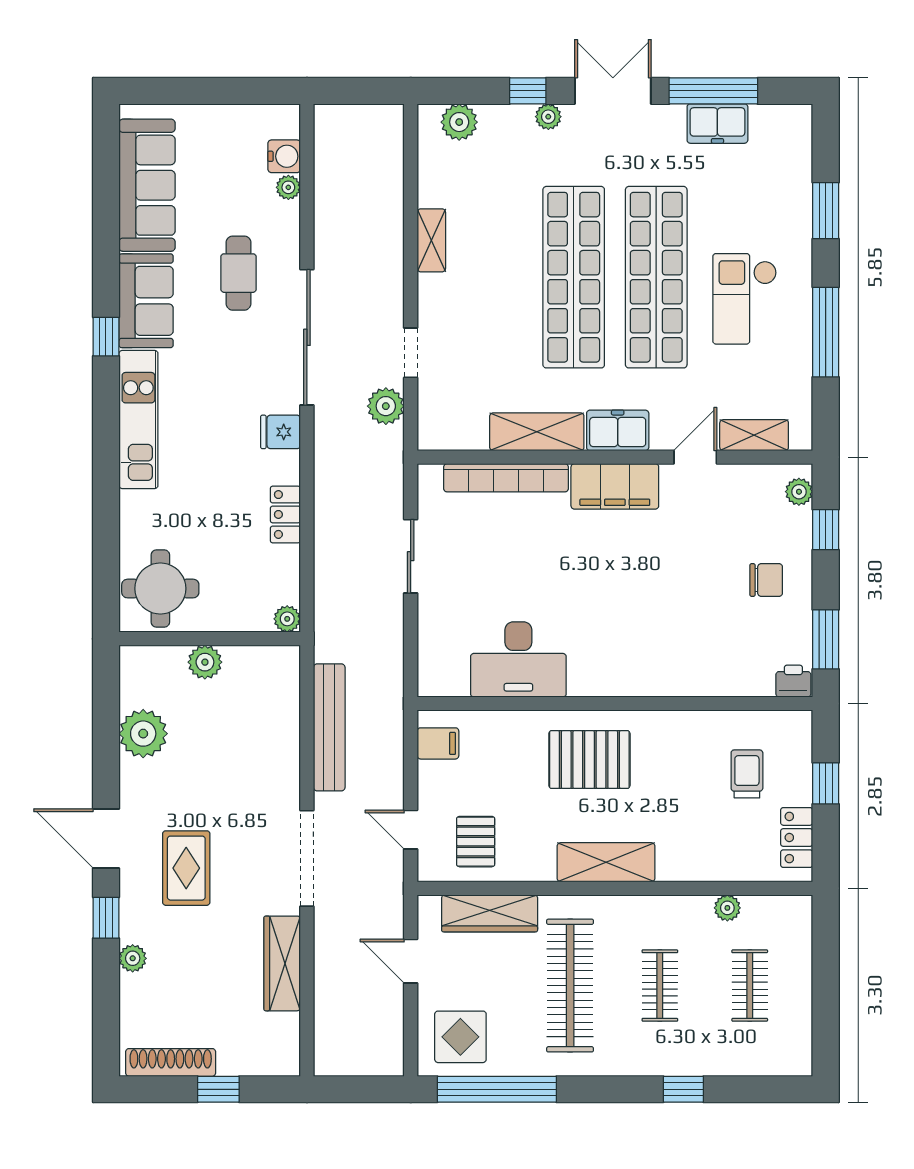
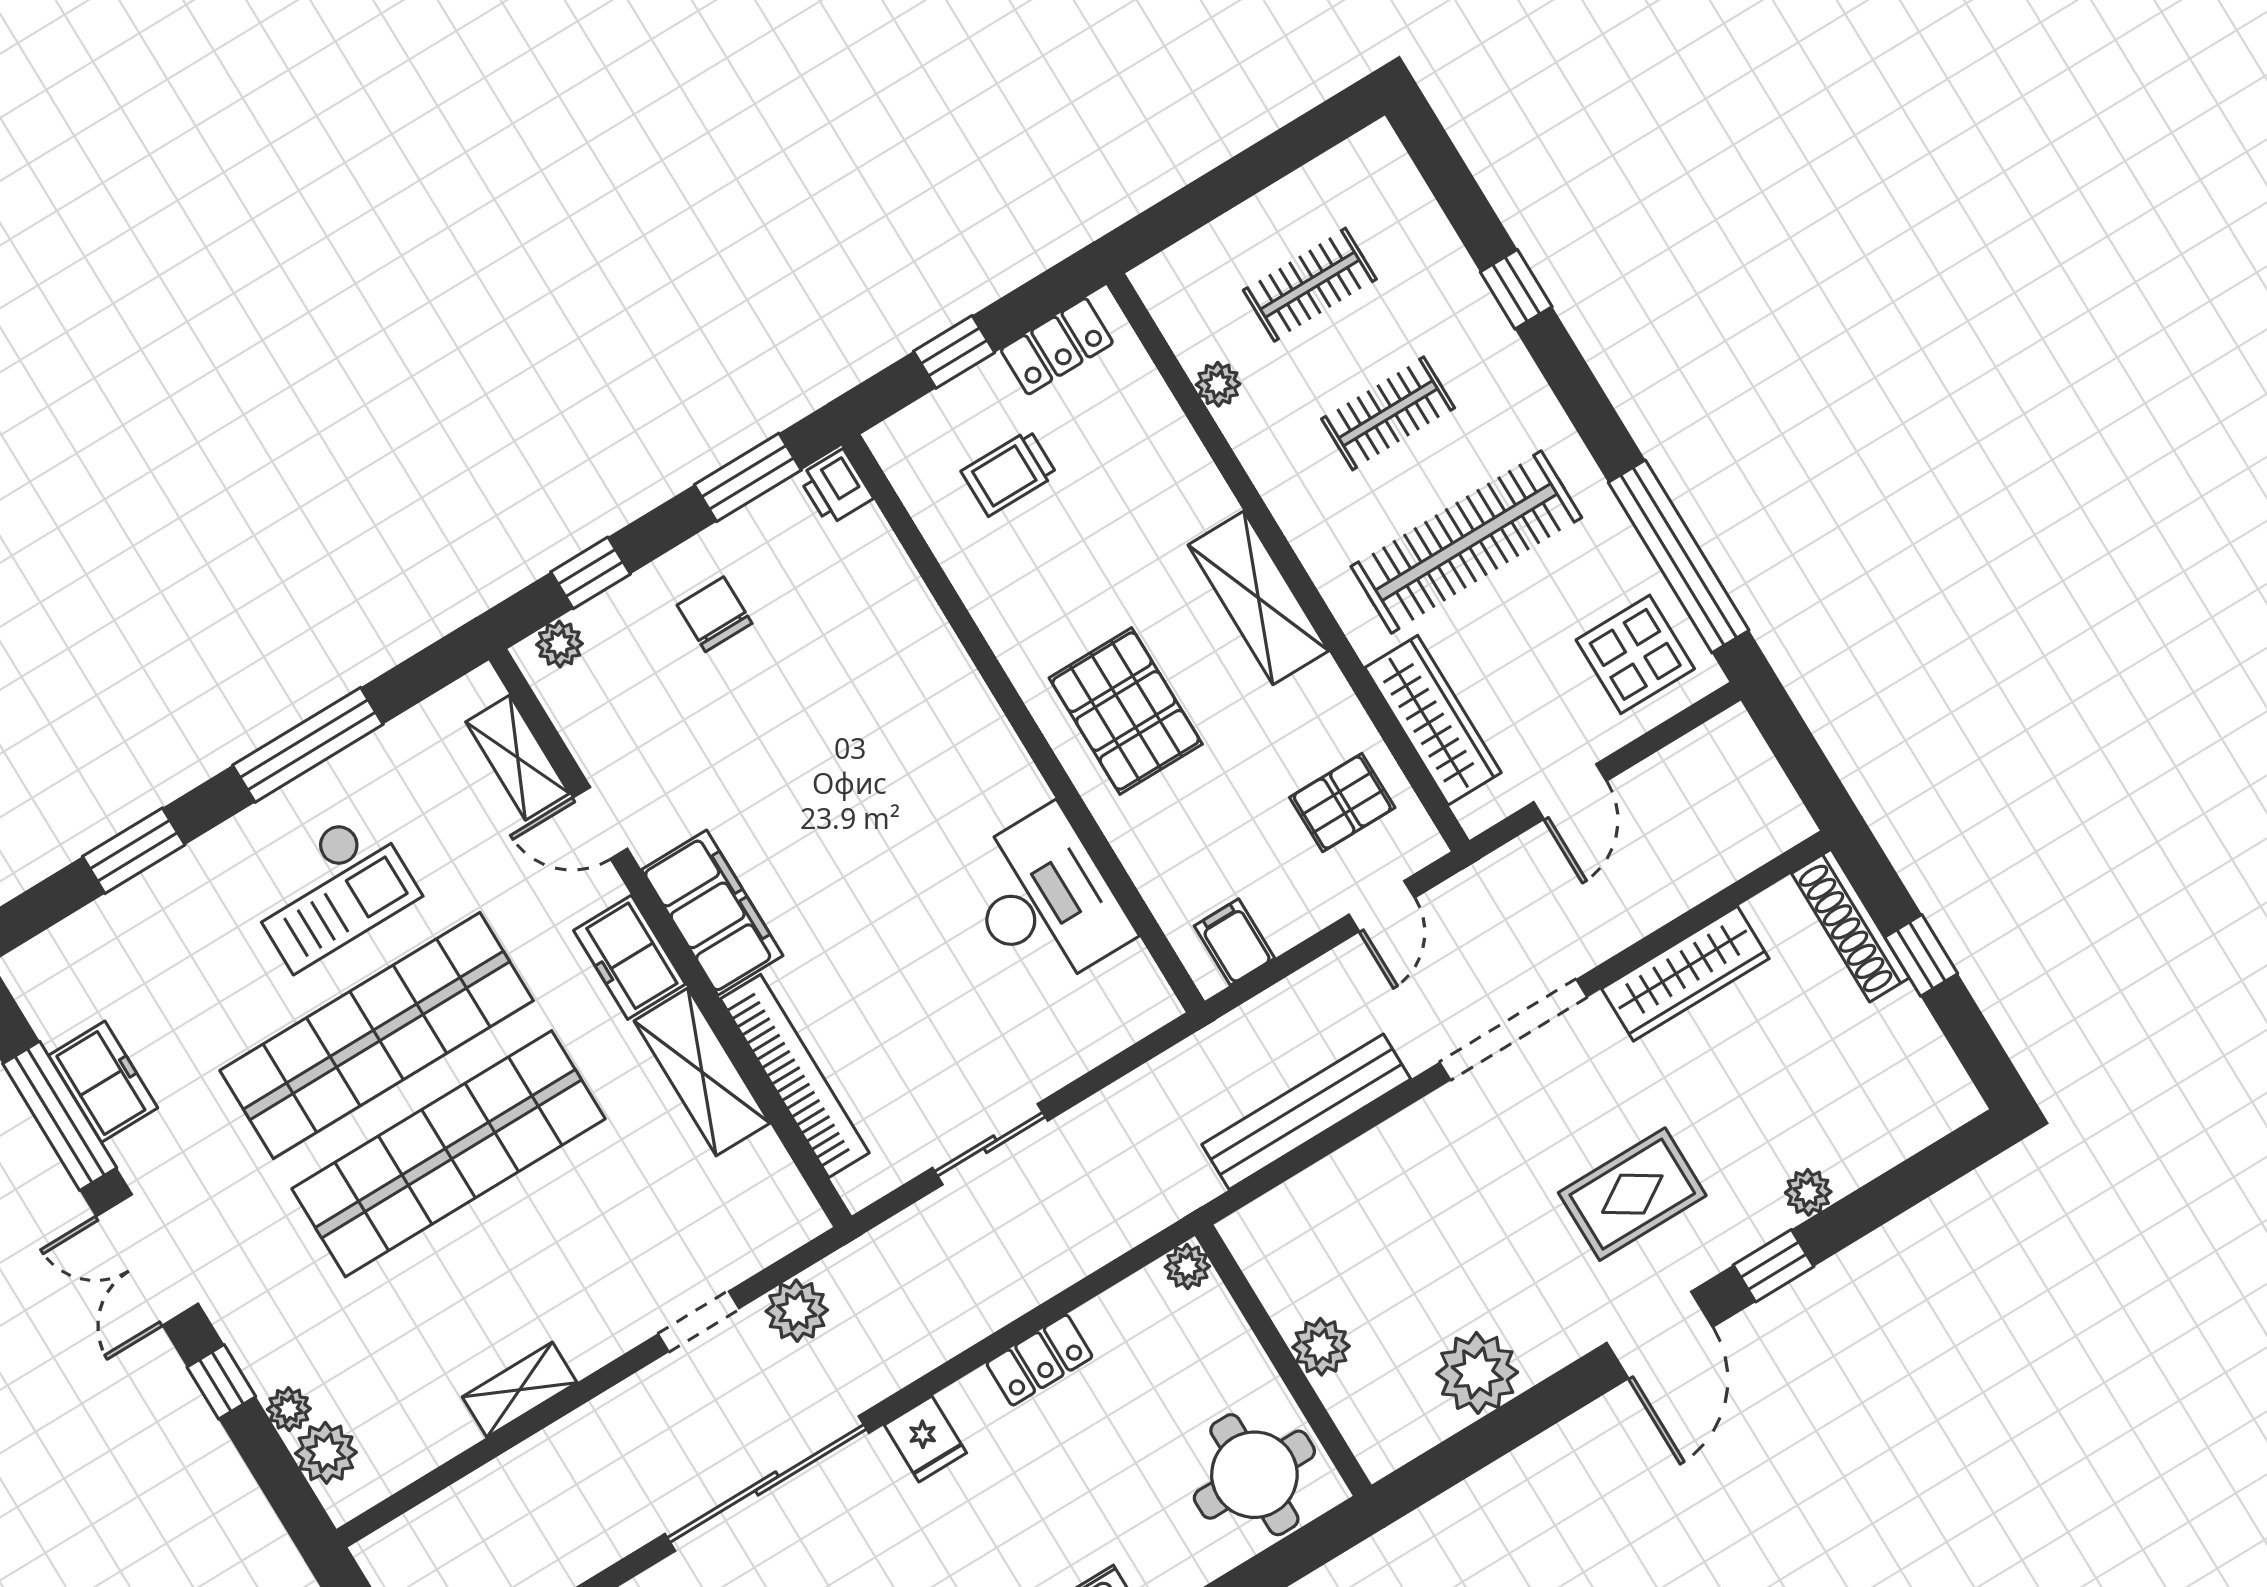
plant: (548, 117) -> (289, 1409), moved
shoe rack: (171, 1062) -> (1850, 926), moved

